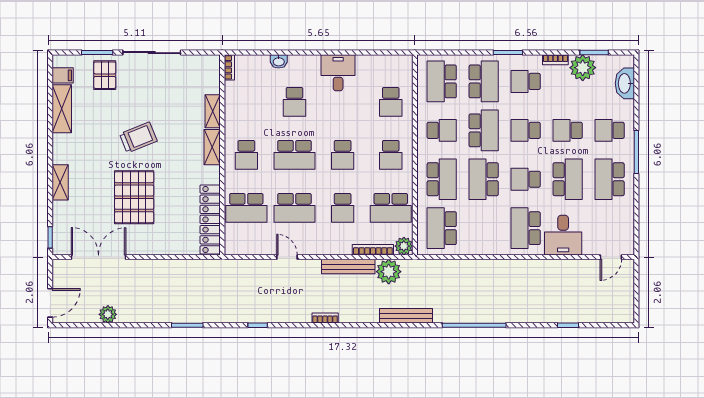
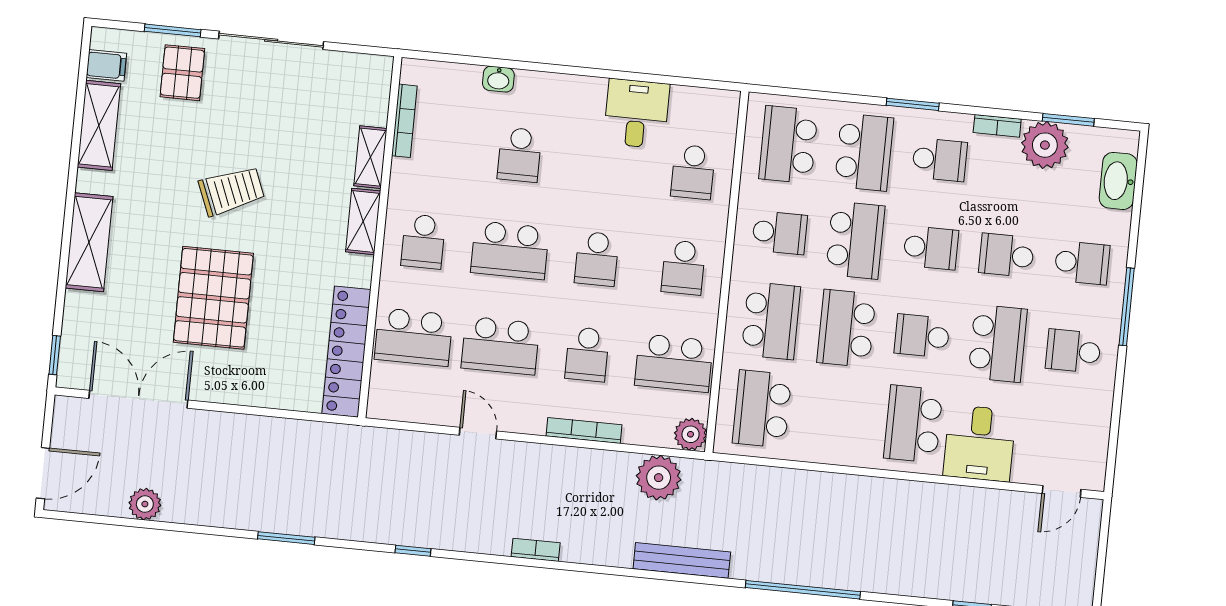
bookcase: (229, 67) -> (404, 121), moved, width x1.56
desk: (338, 73) -> (637, 114), moved
school desk: (526, 81) -> (940, 160), turned 180
school desk: (526, 130) -> (931, 248), turned 180
school desk: (610, 130) -> (1082, 263), turned 180
school desk: (610, 179) -> (1073, 351), width x0.54
shelving: (60, 182) -> (89, 242), width x1.50, depth x1.33
bookcase: (373, 250) -> (584, 430), moved
bench: (348, 267) -> (587, 461), removed

